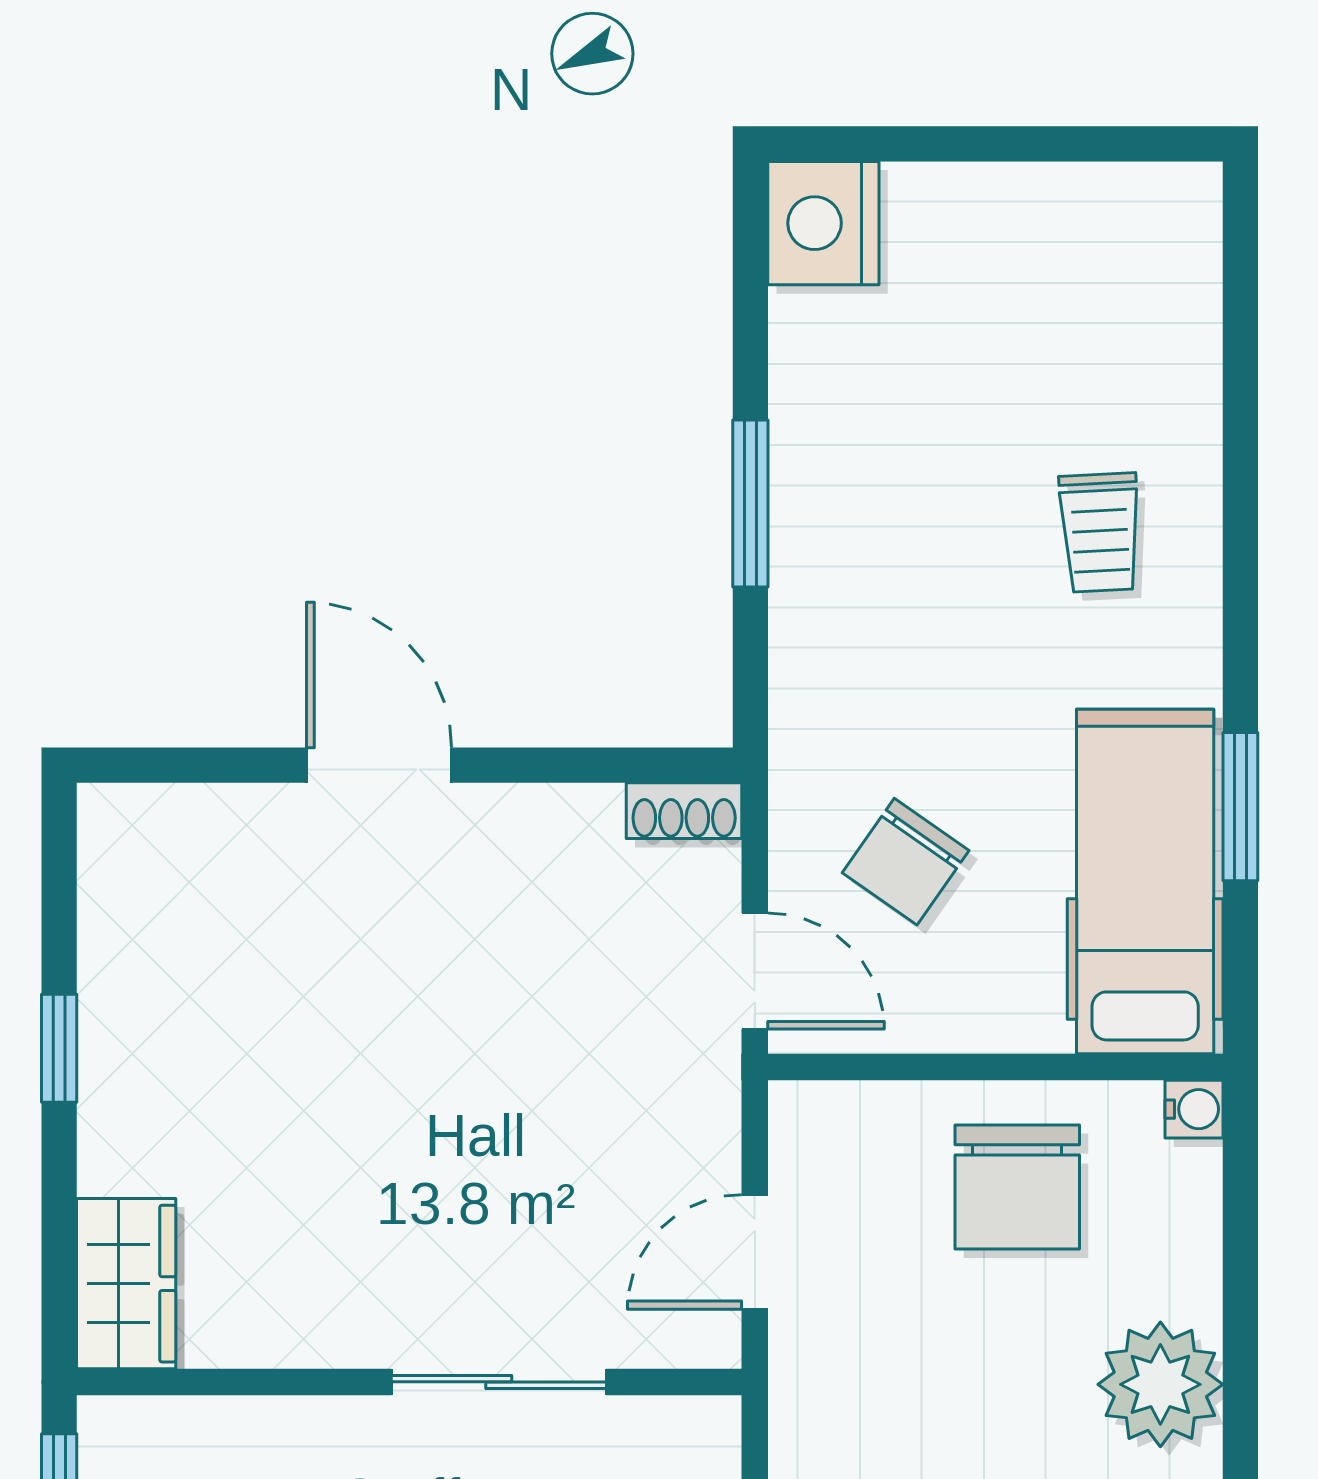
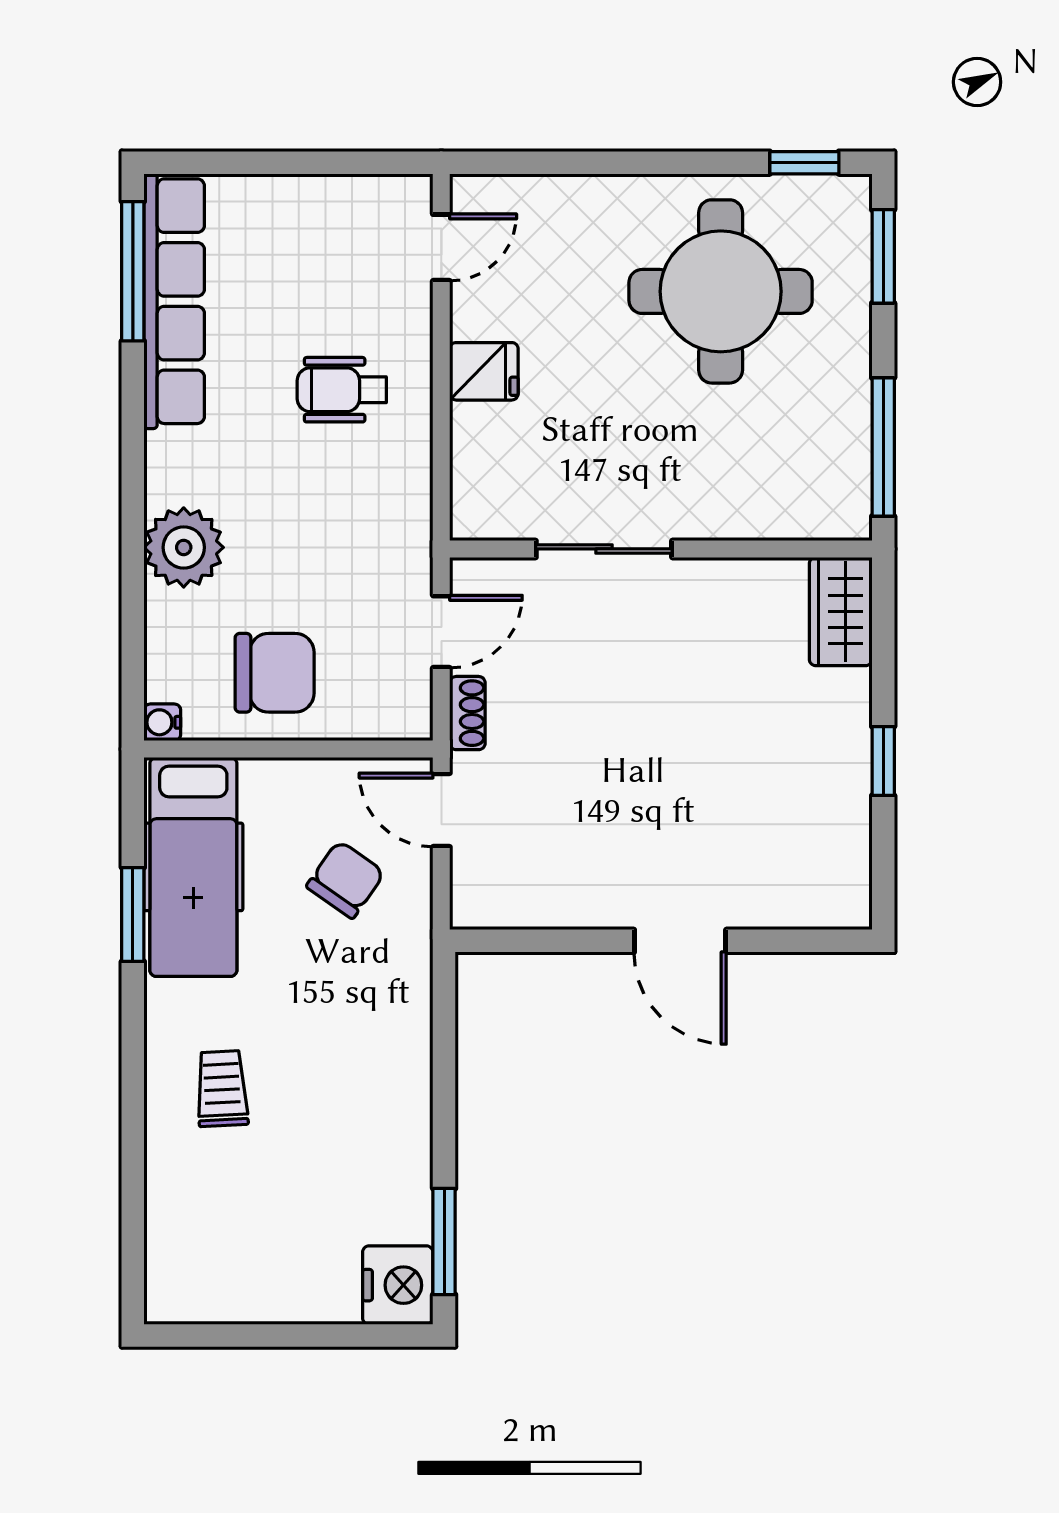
window: (750, 503) -> (444, 1241), moved
shoe rack: (684, 811) -> (467, 713), moved, turned 90
chair: (1017, 1187) -> (275, 673), turned 90

